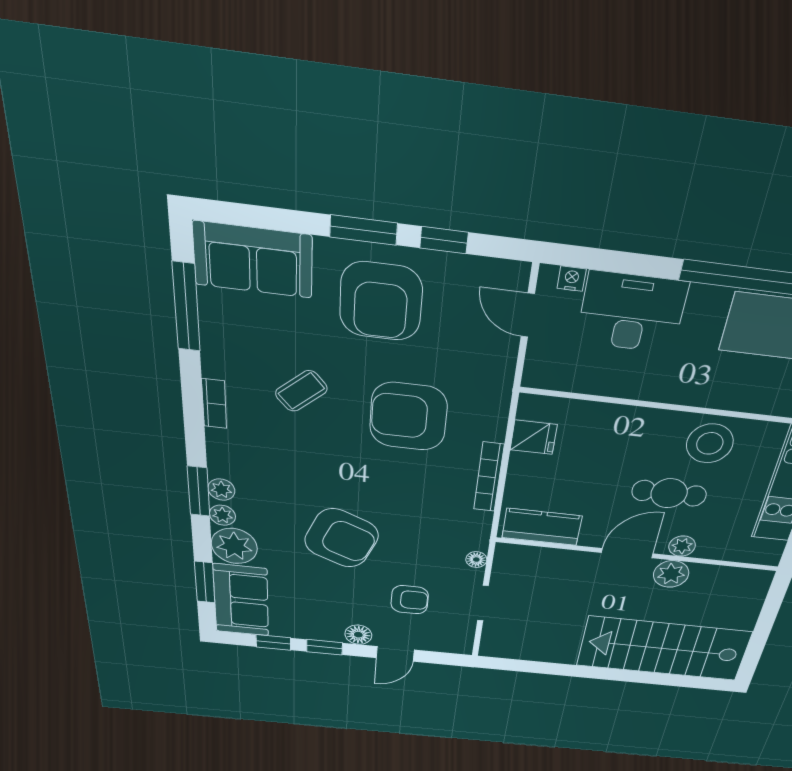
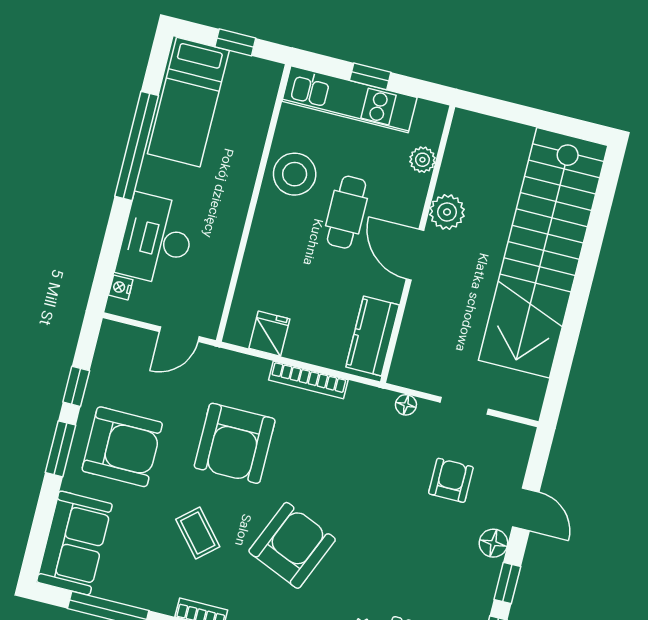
door: (528, 315) -> (179, 334), moved
armchair: (342, 538) -> (292, 545), moved
plant: (682, 546) -> (422, 160), moved
stairs: (664, 649) -> (543, 253), width x1.36

